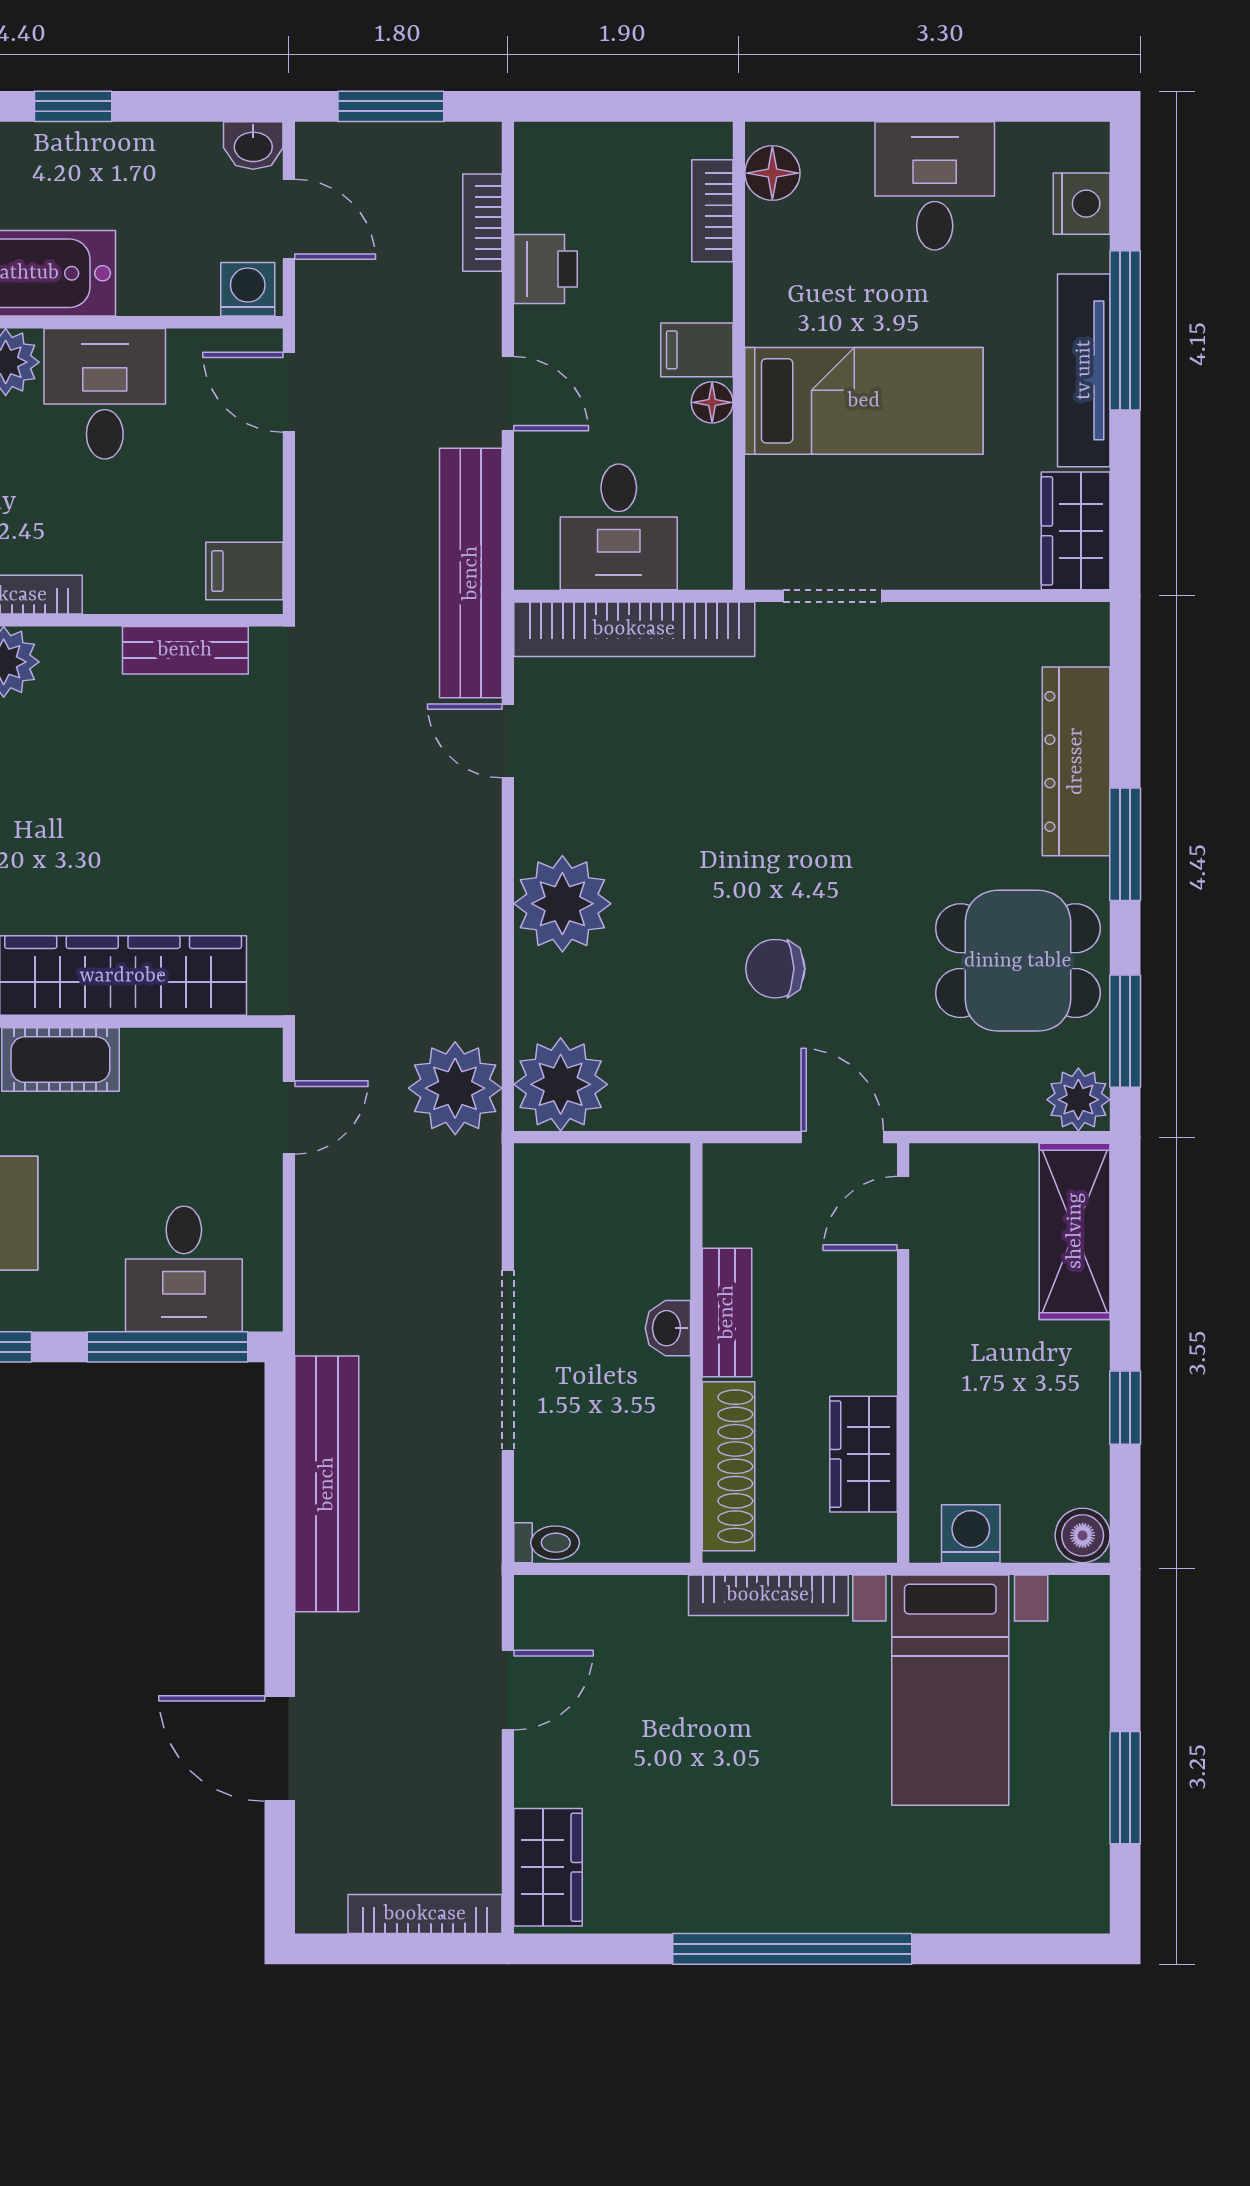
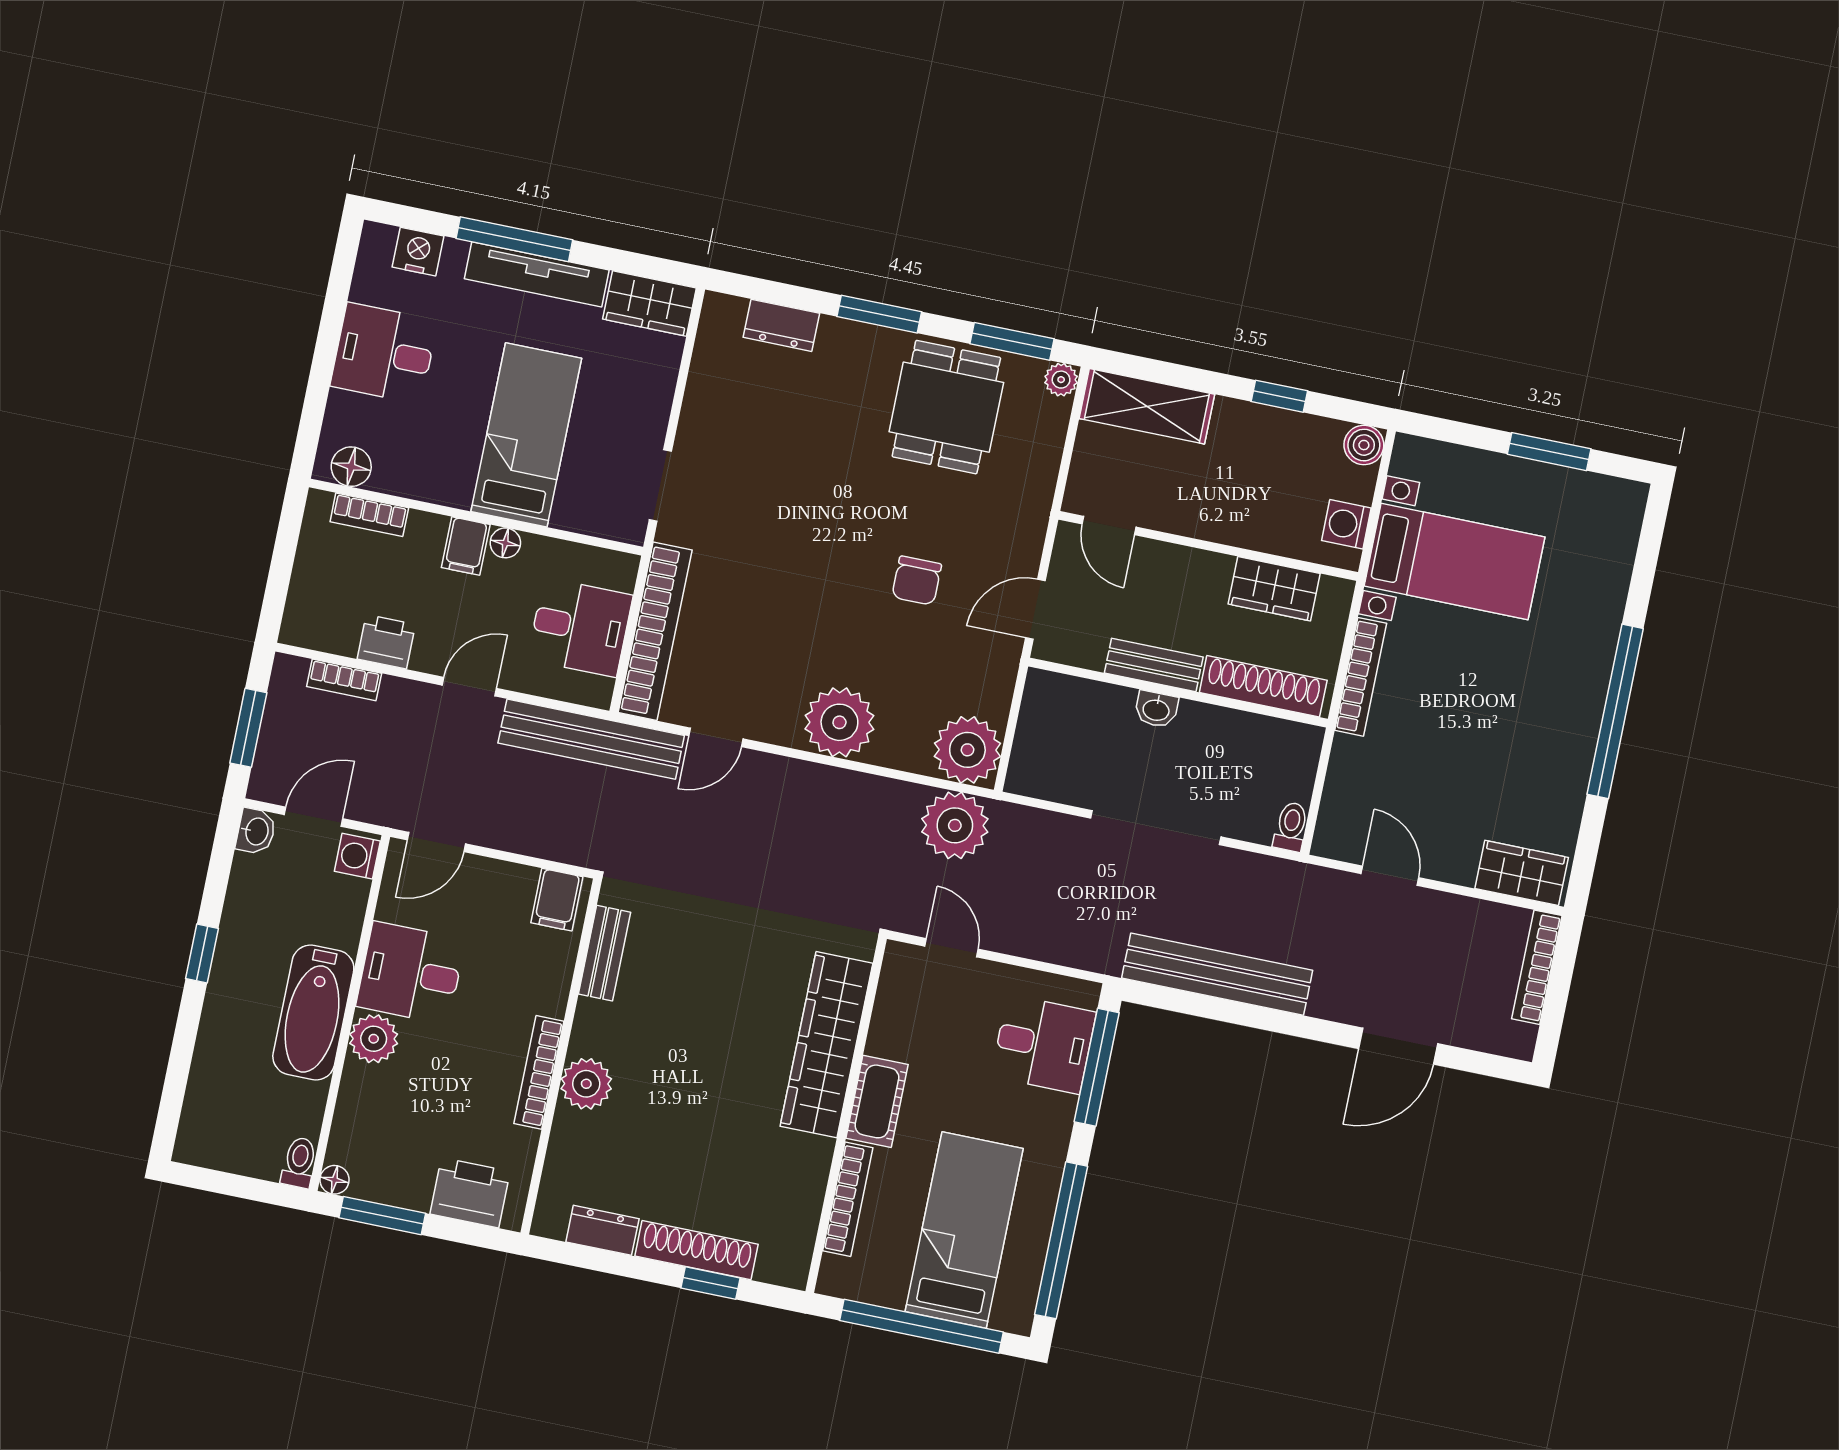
dresser: (1076, 761) -> (781, 325), width x0.51, depth x0.80
plant: (1078, 1100) -> (1061, 380), width x0.73, depth x0.73
door: (842, 1137) -> (1035, 609), moved

